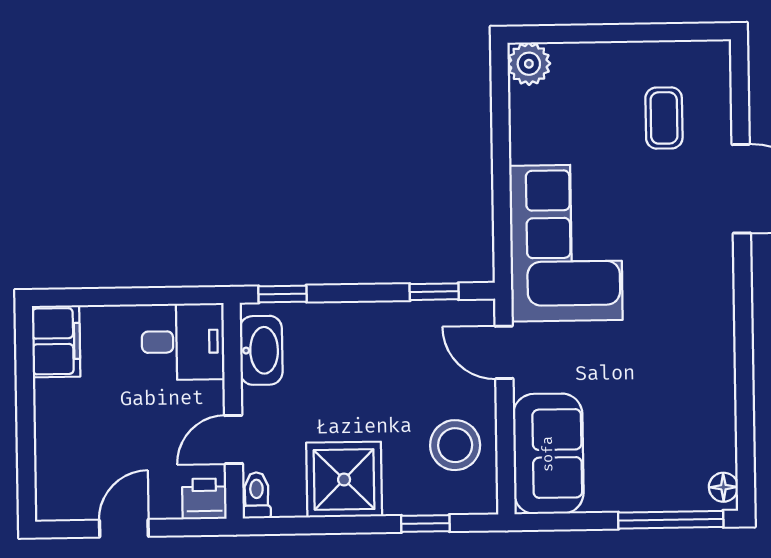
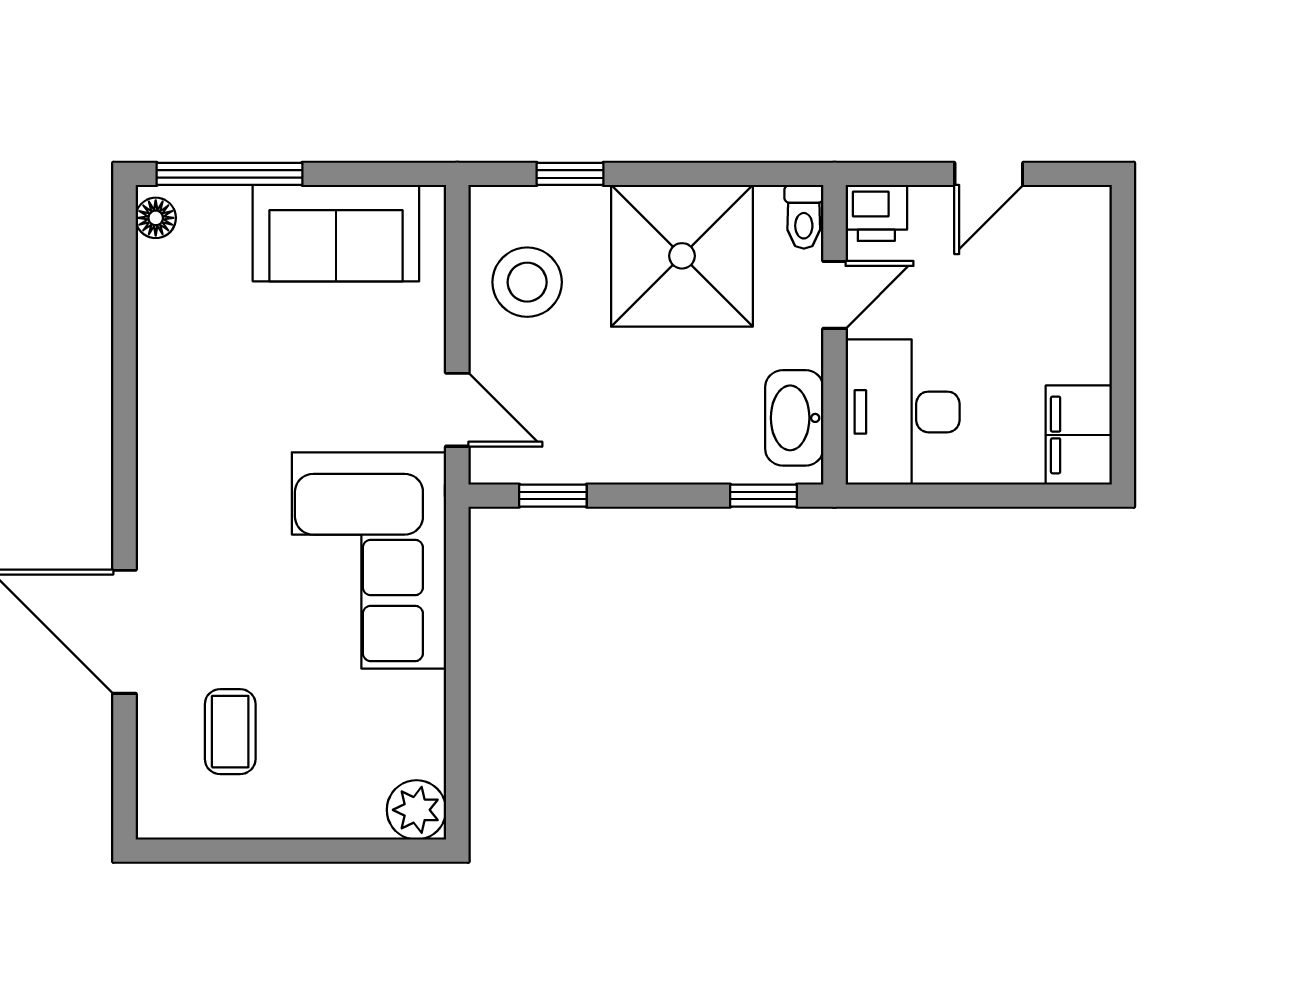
desk: (183, 342) -> (903, 412), width x1.37
sofa: (548, 454) -> (336, 233), moved, turned -90
shower: (344, 480) -> (682, 256), width x1.37, depth x1.37

